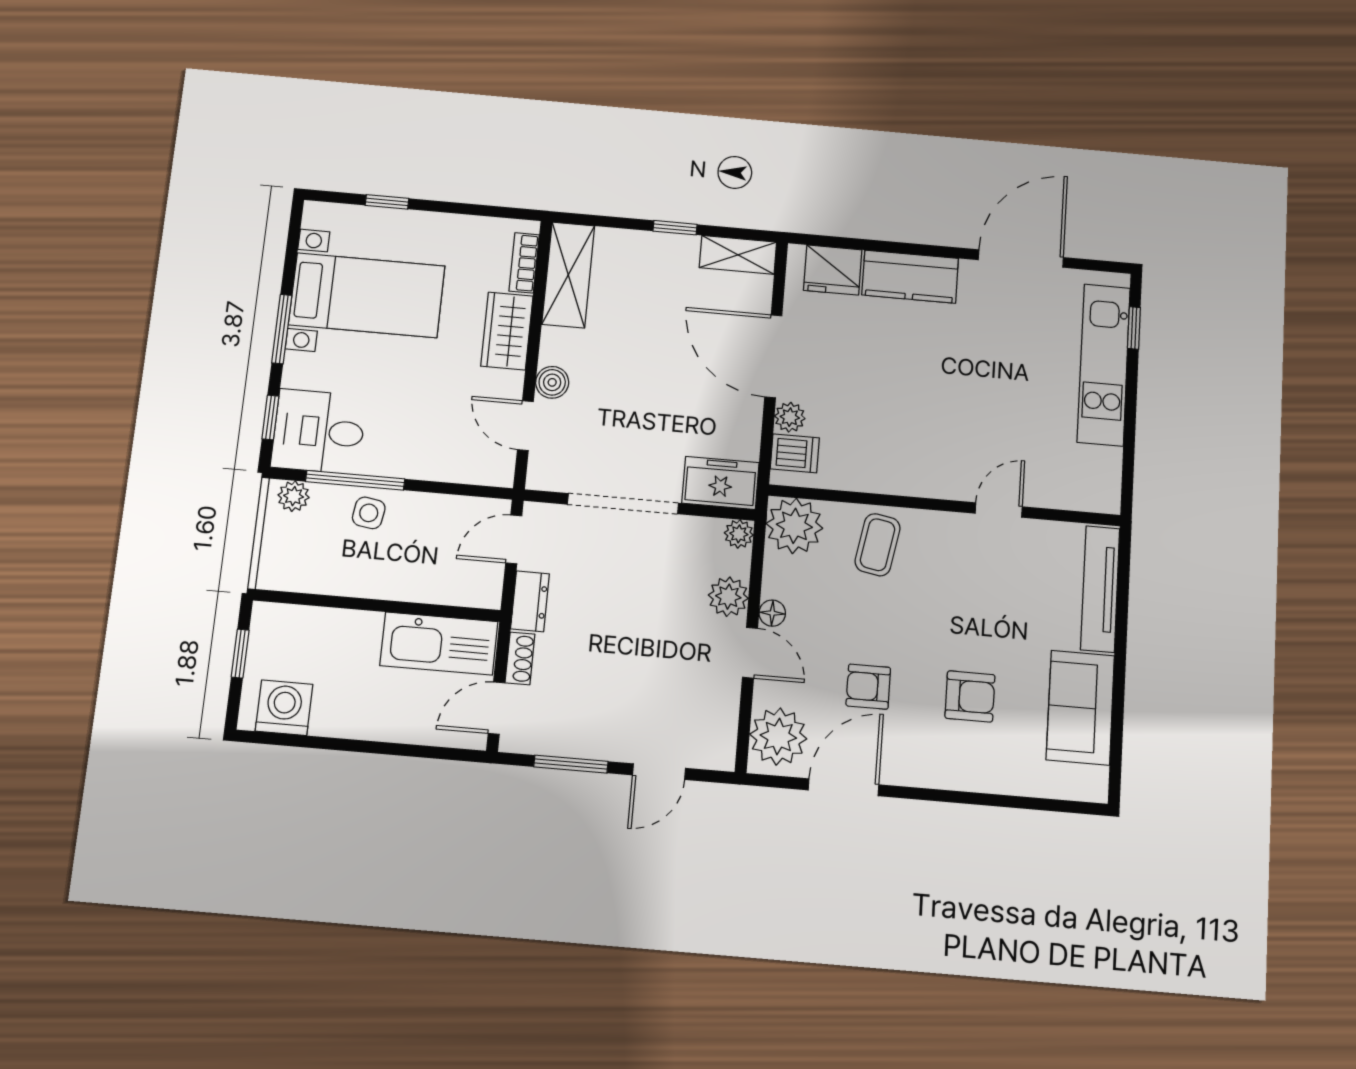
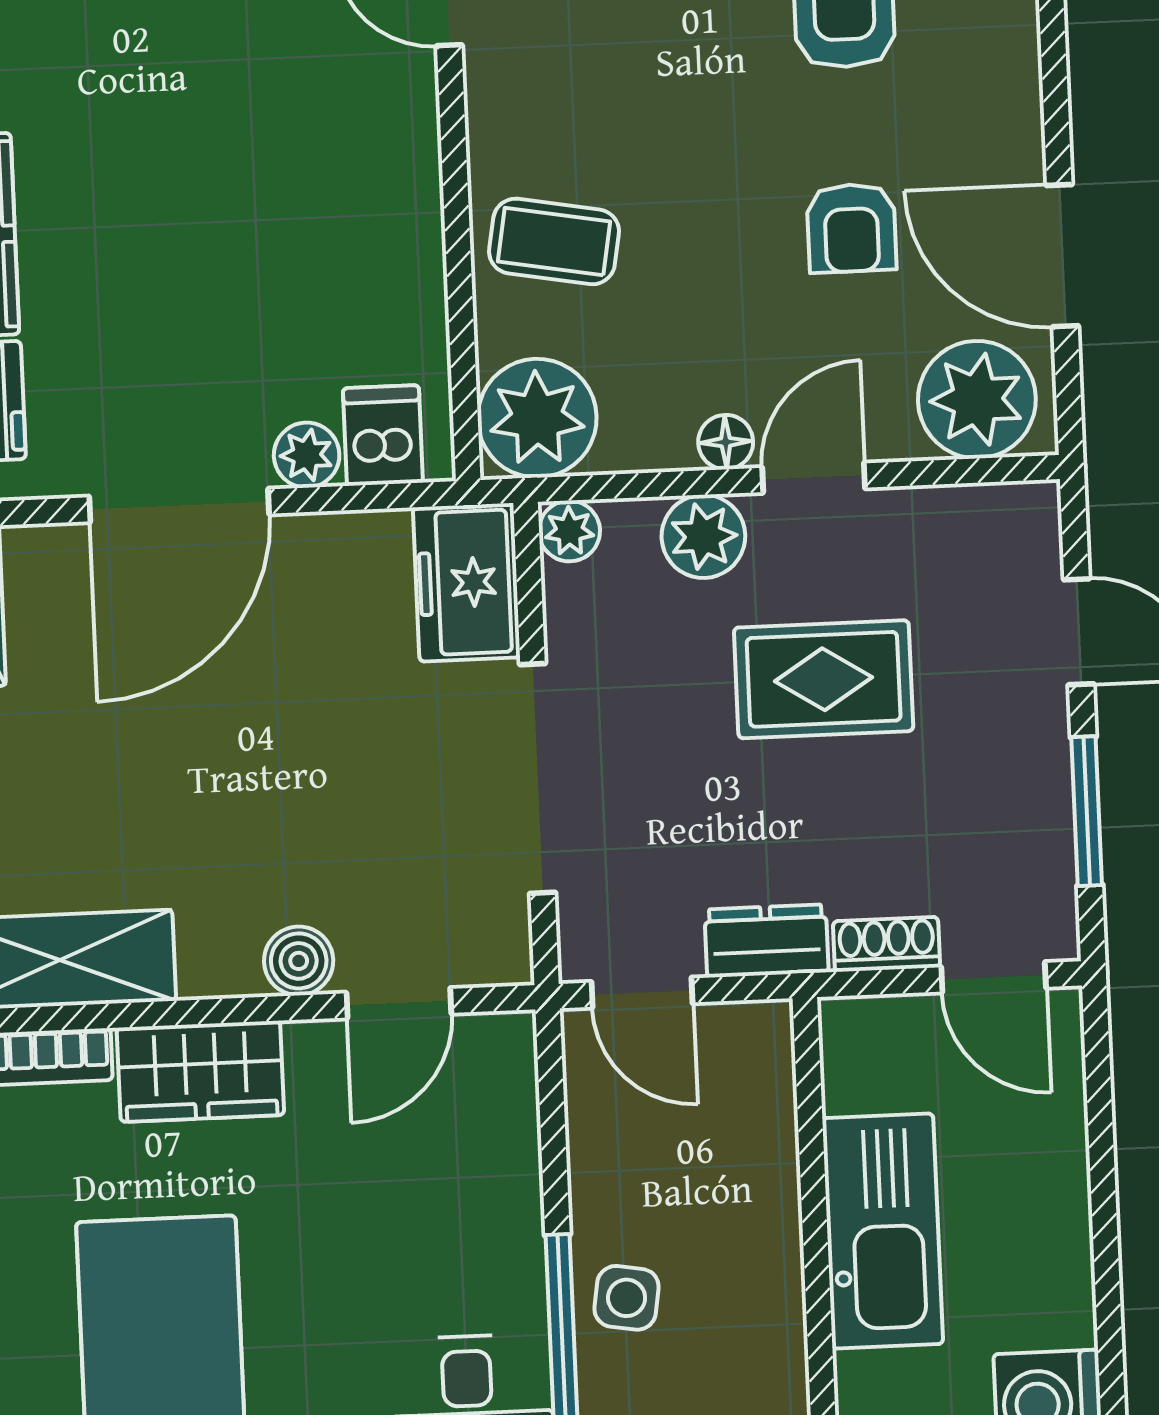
kitchen sink: (439, 644) -> (883, 1231), moved
rug: (652, 645) -> (824, 679), added

